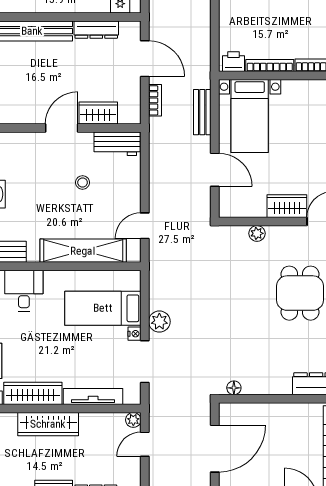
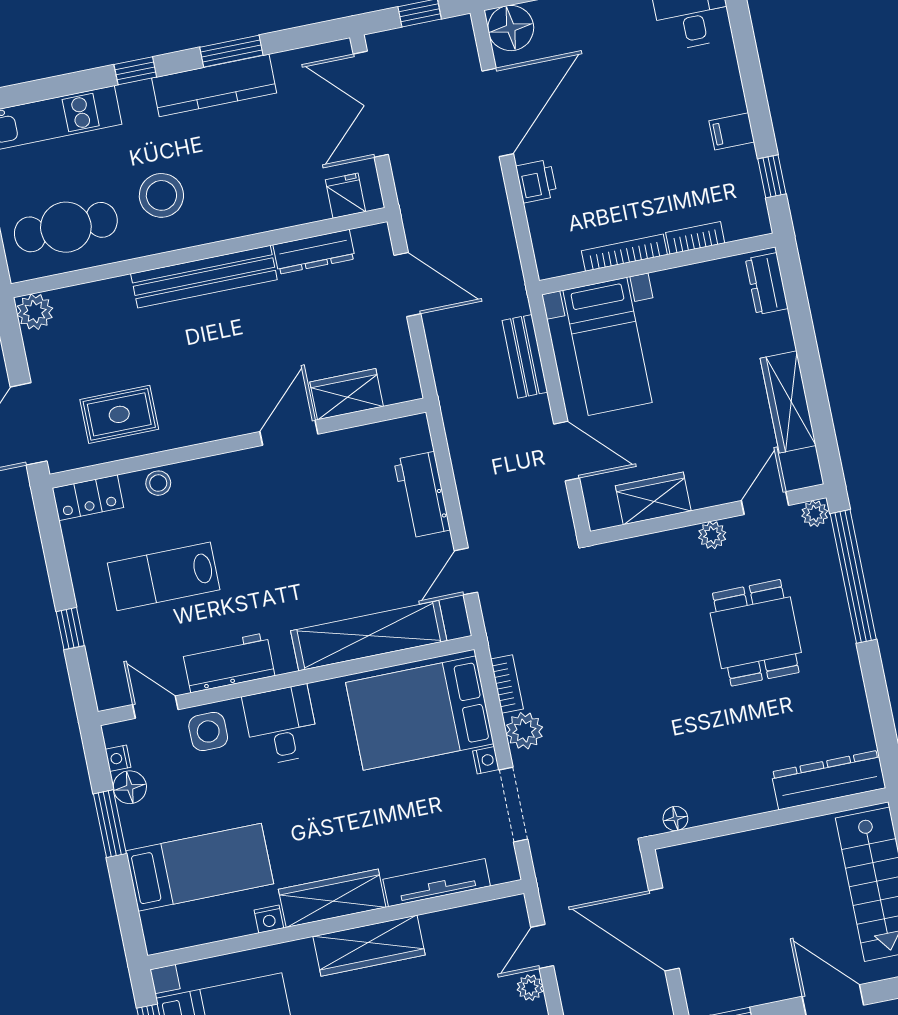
printer: (233, 62) -> (536, 181), moved, turned 90
bookcase: (155, 100) -> (507, 684), moved
workbench: (117, 144) -> (422, 495), moved, turned 90
stool: (83, 182) -> (344, 519), removed
wardrobe: (287, 206) -> (653, 498), moved
plant: (257, 233) -> (712, 535), moved
bed: (103, 308) -> (420, 713), width x1.50
plant: (133, 420) -> (530, 988), moved
door: (215, 449) -> (664, 929), swing flipped

